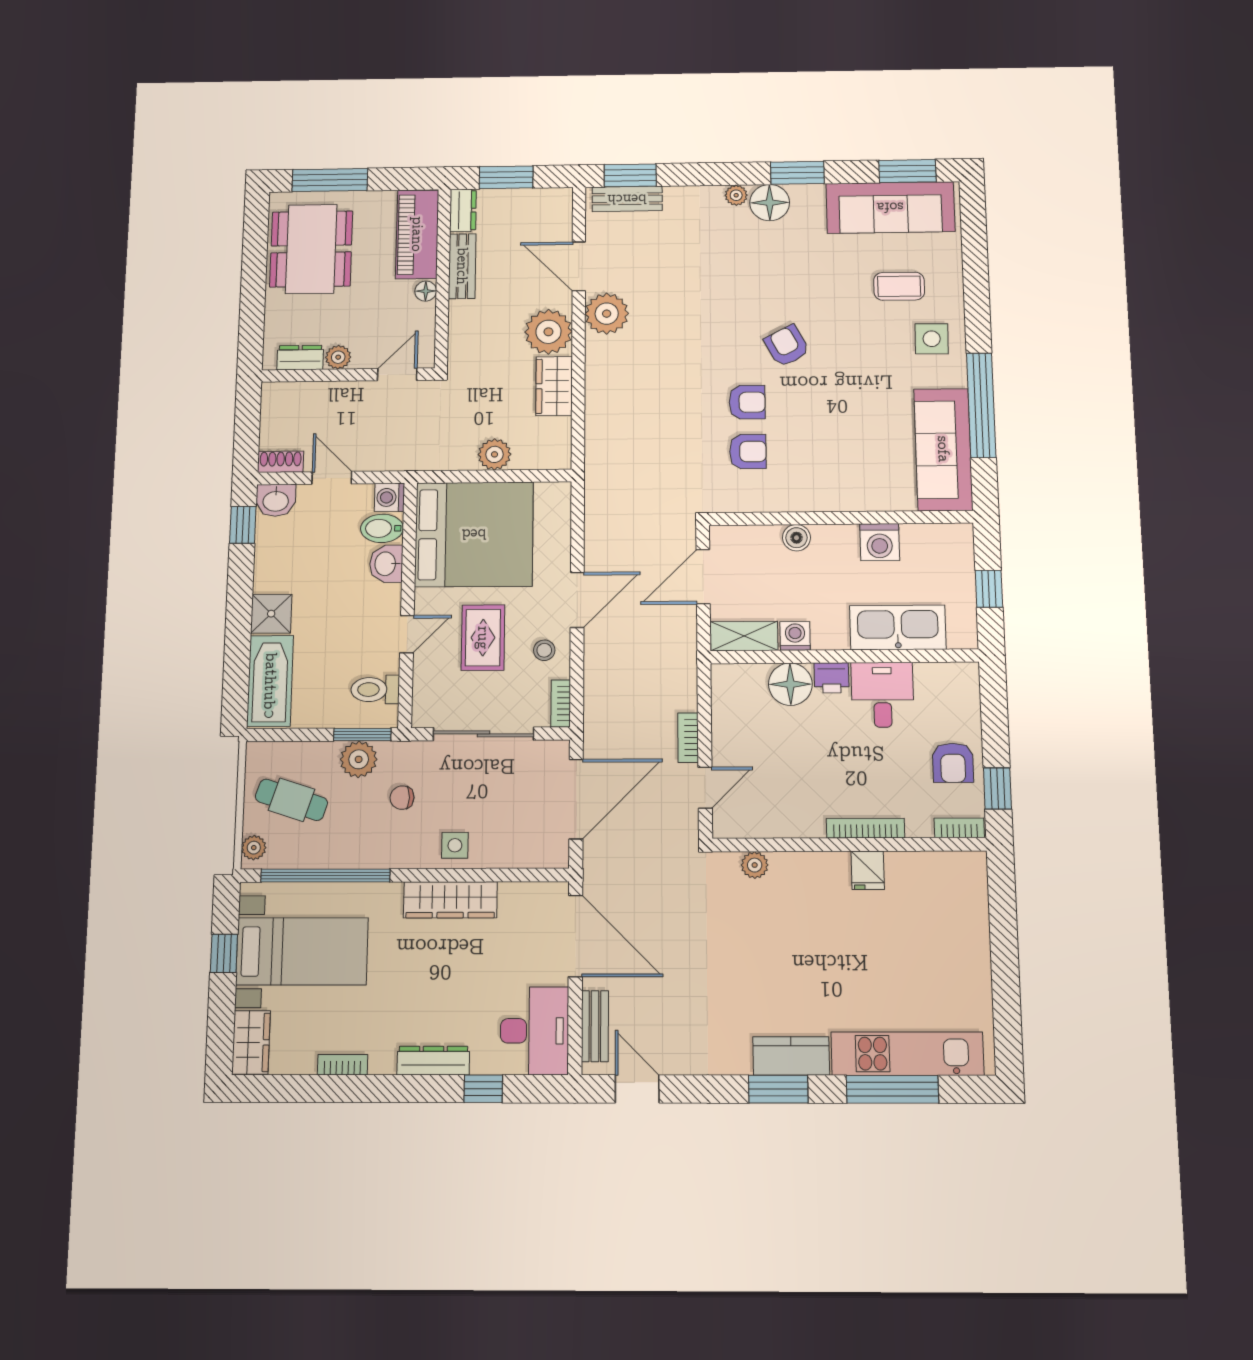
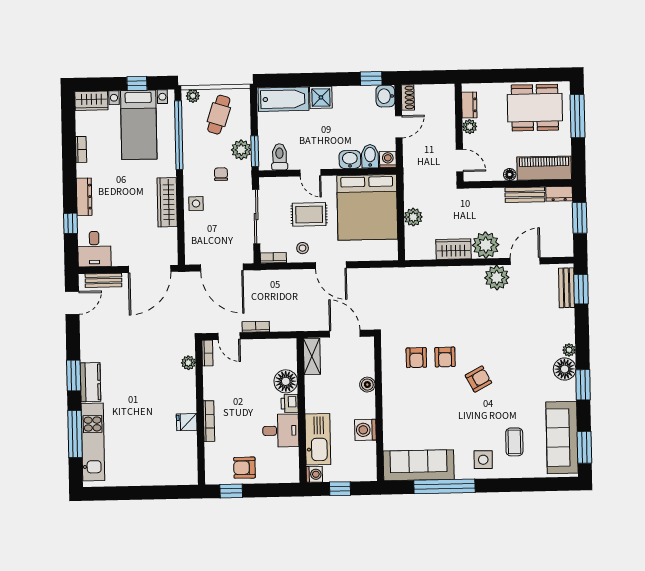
washing machine: (795, 636) -> (314, 474), moved
bookcase: (959, 828) -> (207, 353), moved
desk: (534, 1031) -> (94, 249), width x0.73

